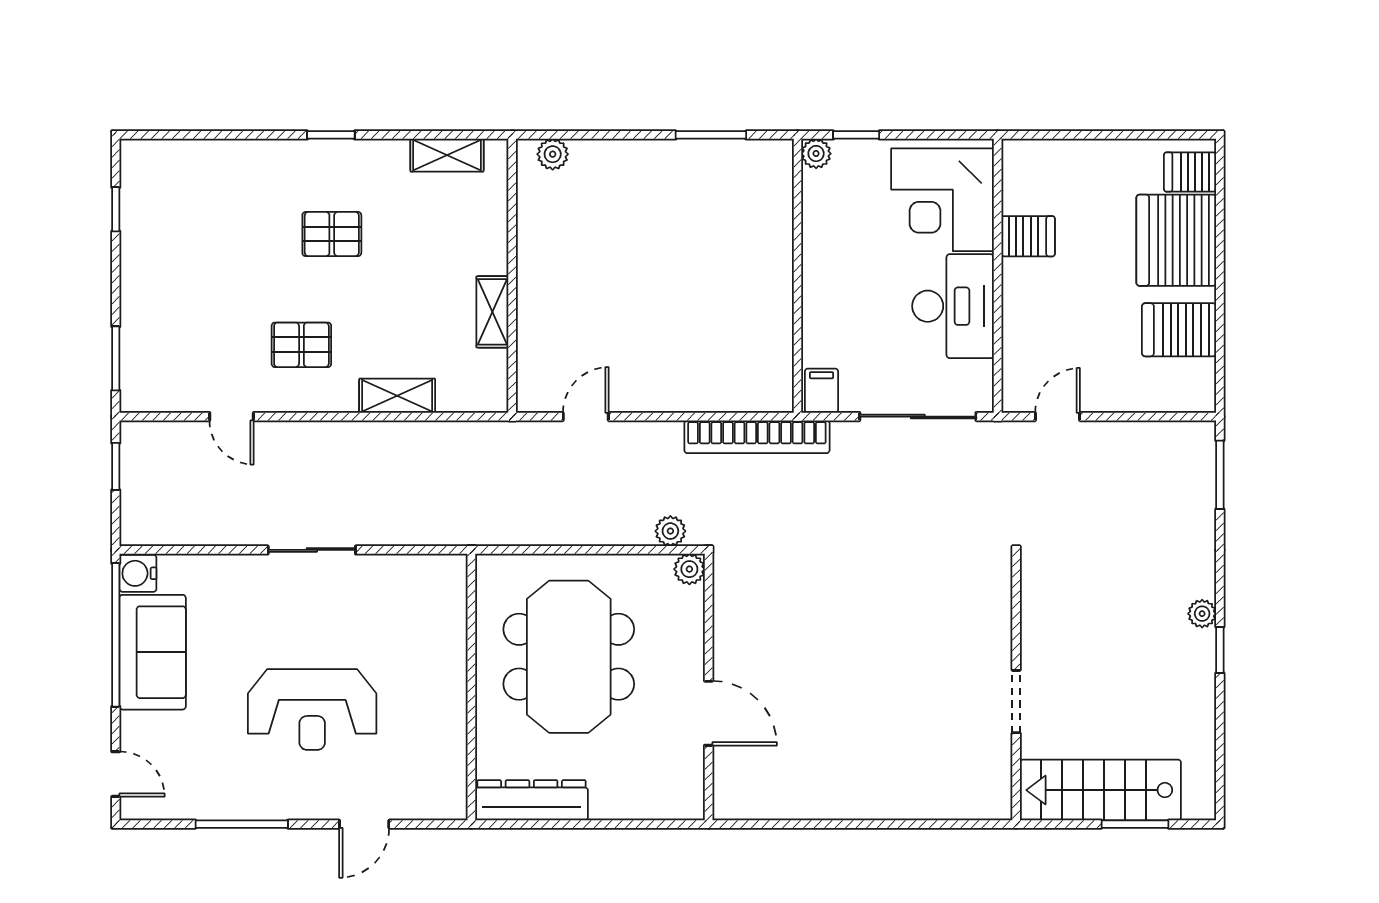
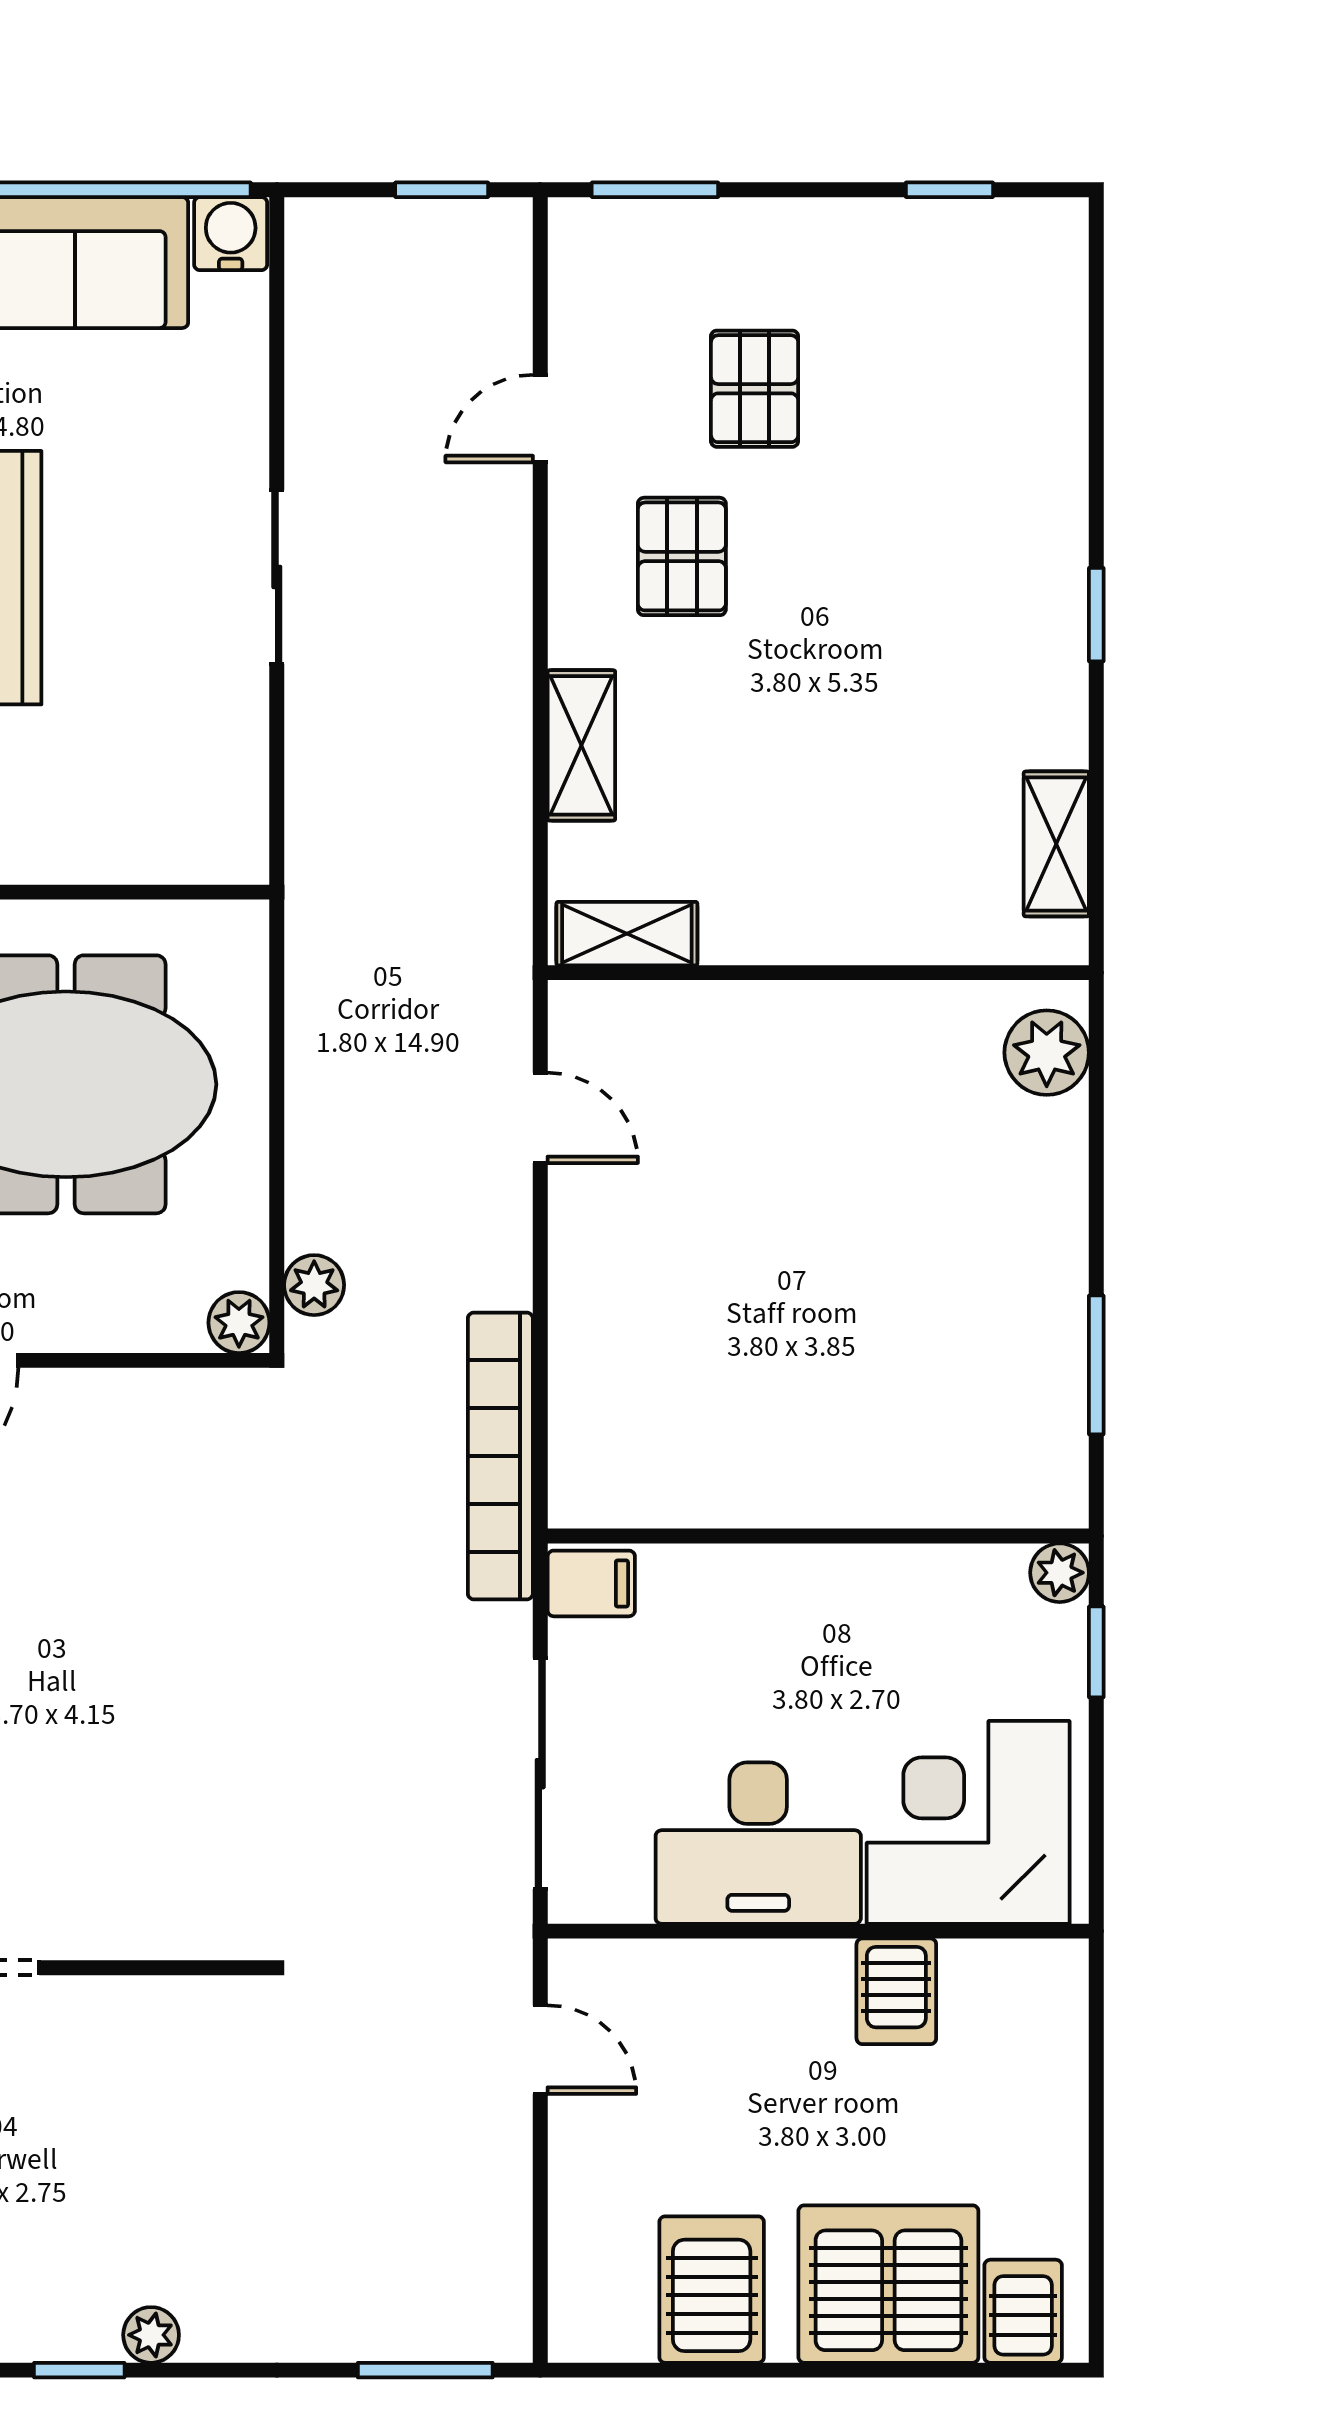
plant: (553, 154) -> (1047, 1053), width x1.38, depth x1.38
pallet: (332, 234) -> (755, 389), moved
shelving: (492, 312) -> (627, 934), moved

